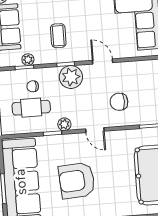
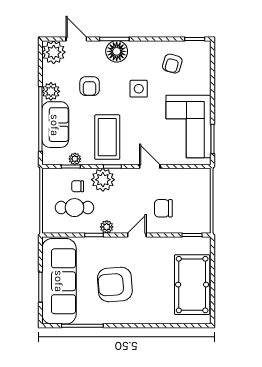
coffee table: (58, 36) -> (107, 137), width x1.86, depth x1.72
plant: (71, 77) -> (103, 180), moved
door: (95, 130) -> (137, 235), swing flipped

